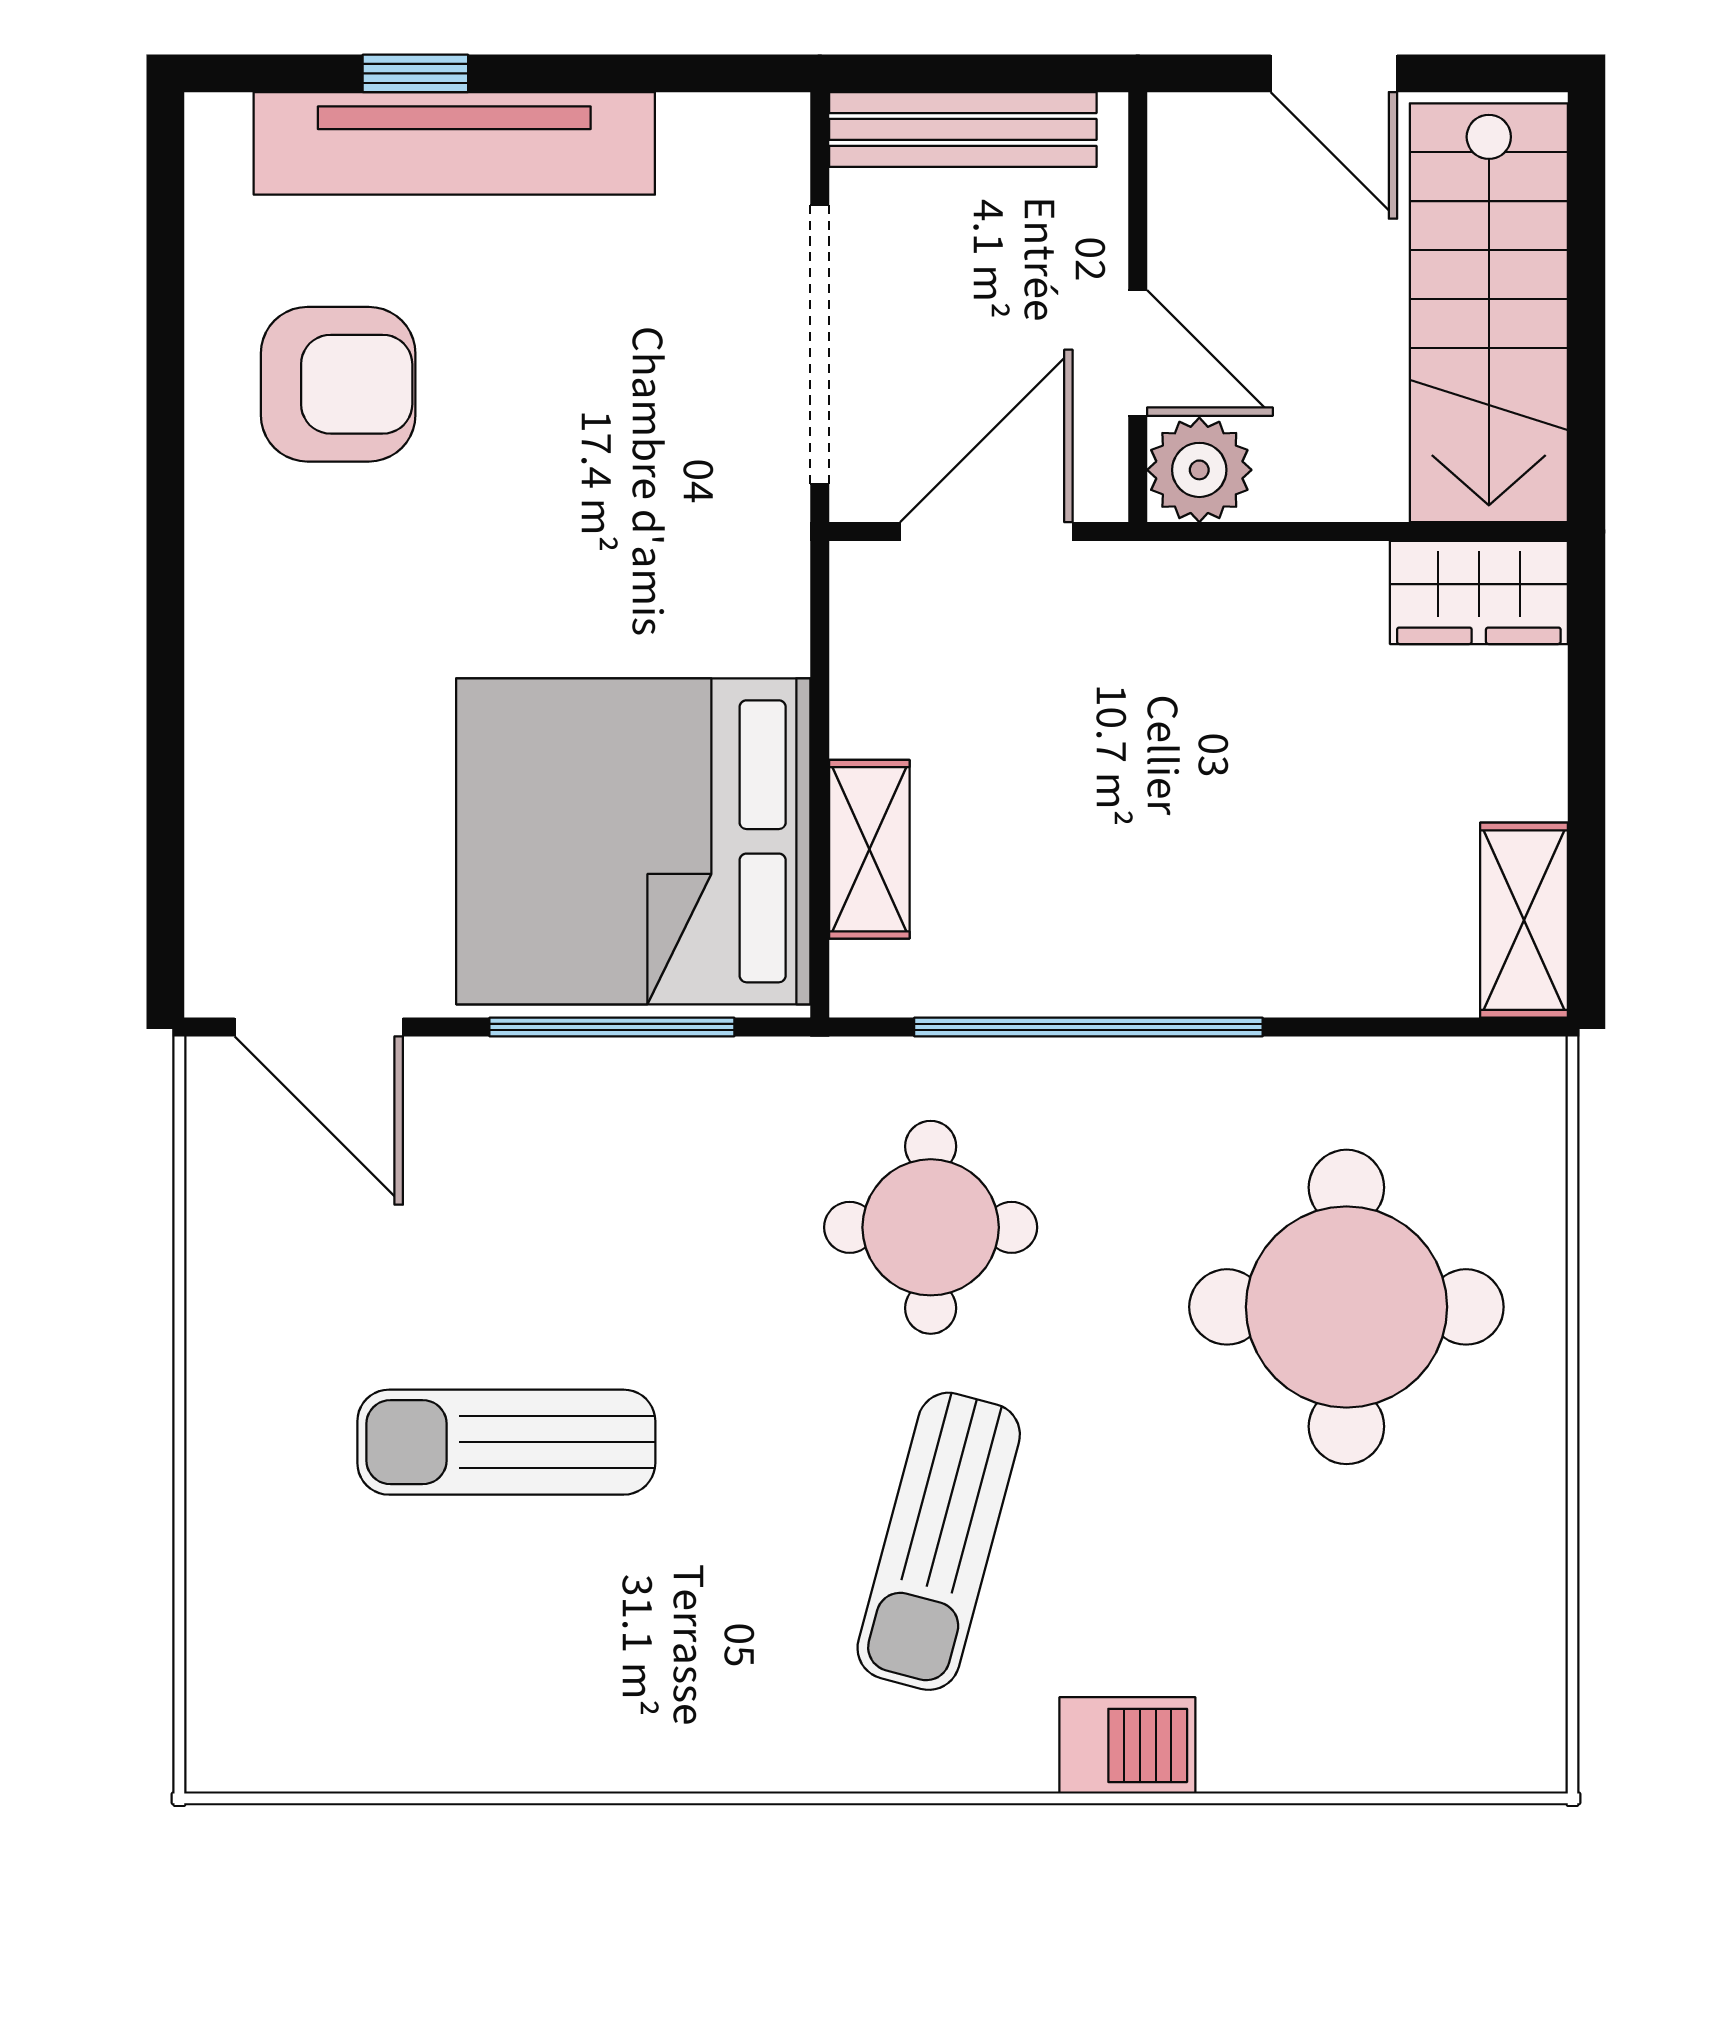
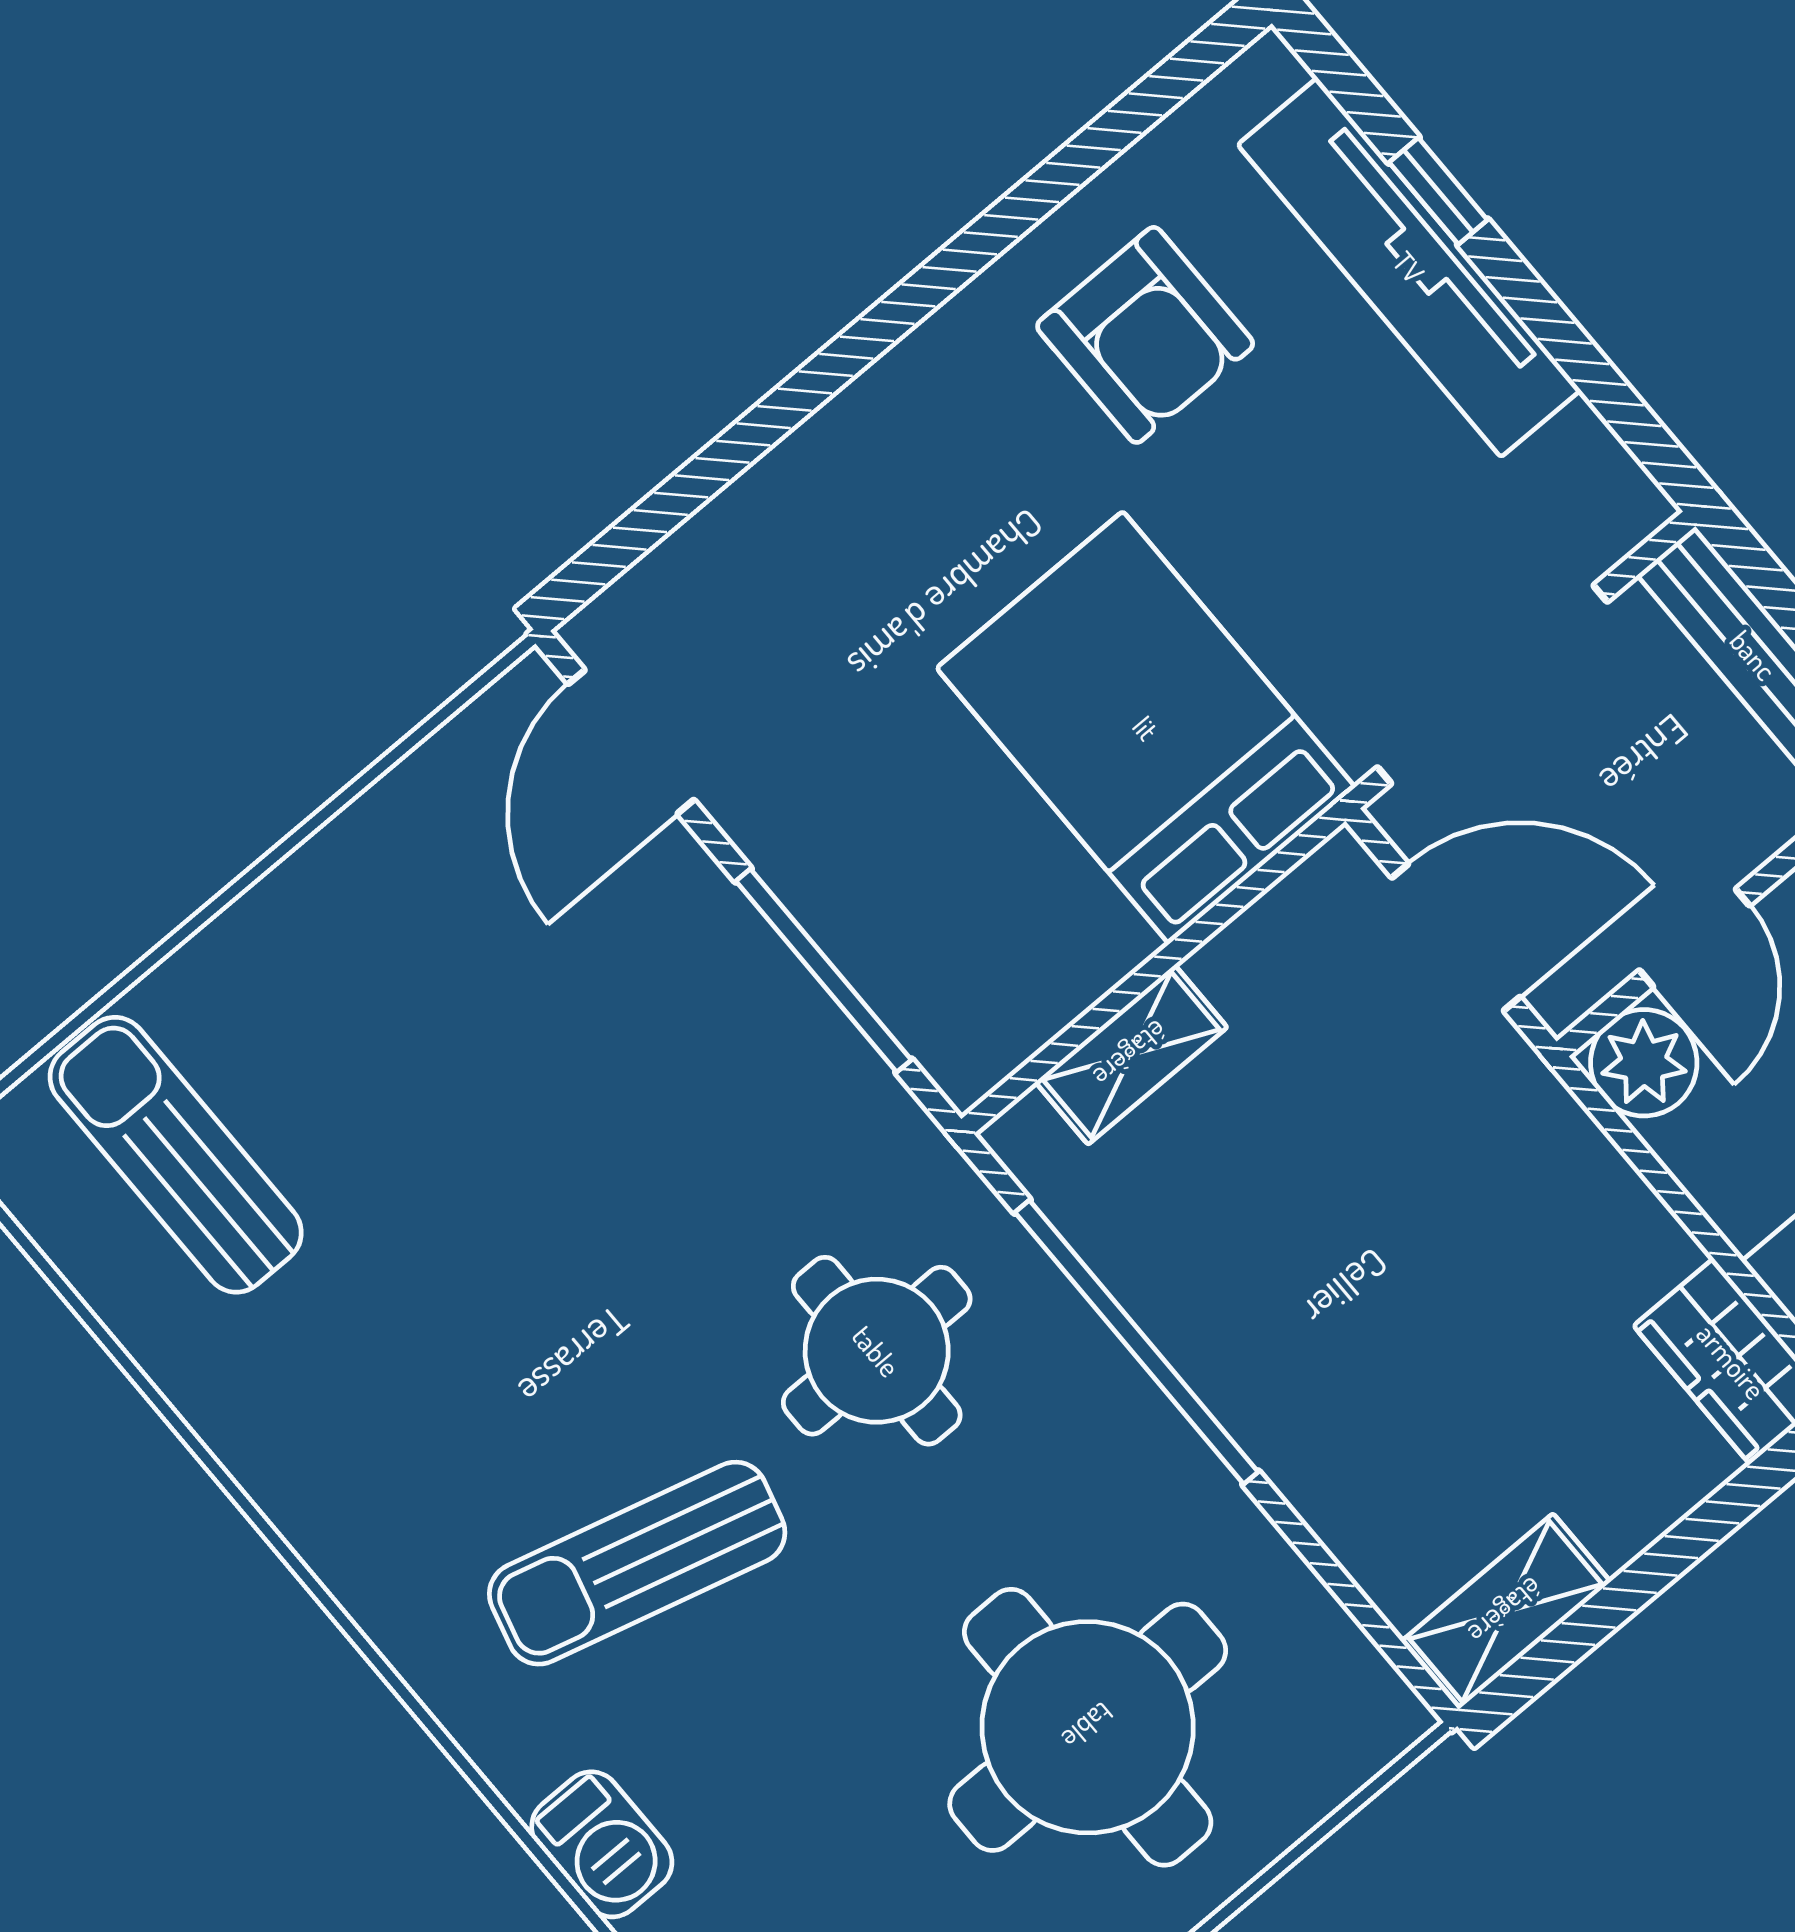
bed: (633, 841) -> (1146, 728), moved, width x0.73
sun lounger: (506, 1442) -> (176, 1155), moved

